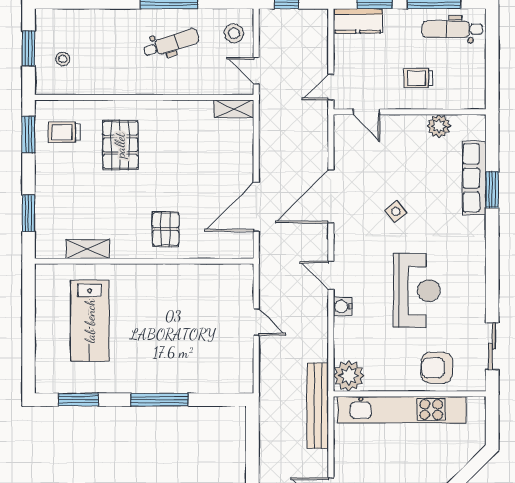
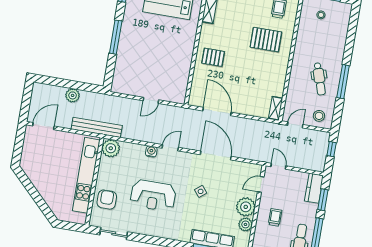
plant: (409, 131) -> (246, 207), added
plant: (271, 456) -> (73, 95), added

